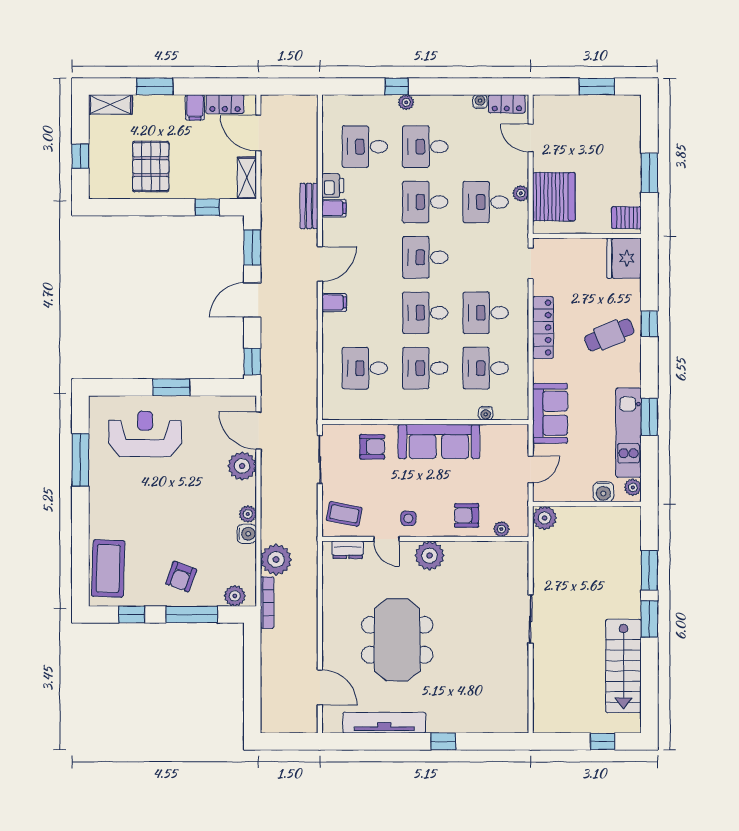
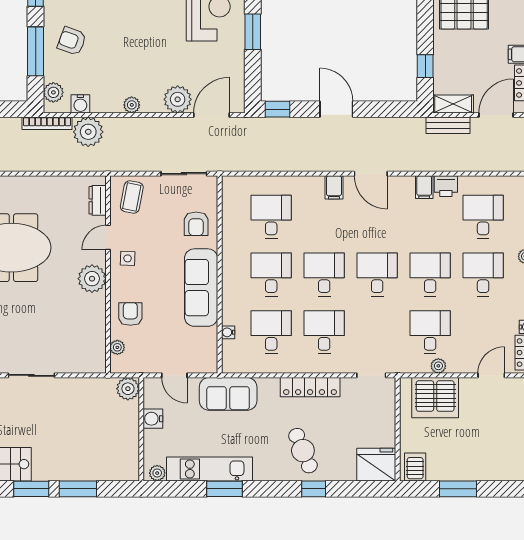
bench: (309, 206) -> (448, 125), moved
window: (252, 248) -> (387, 109), removed
water cooler: (603, 492) -> (153, 419), moved
water cooler: (247, 534) -> (80, 104), moved

